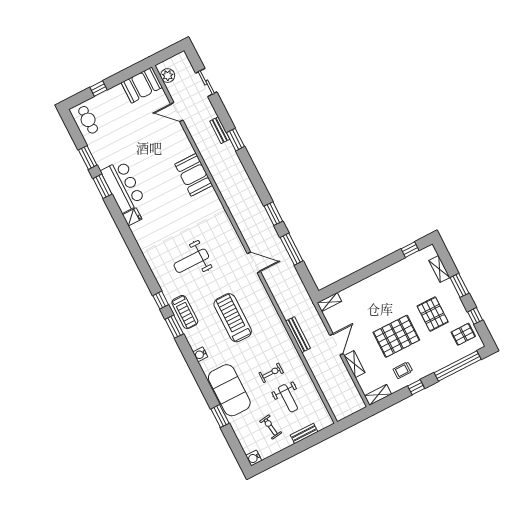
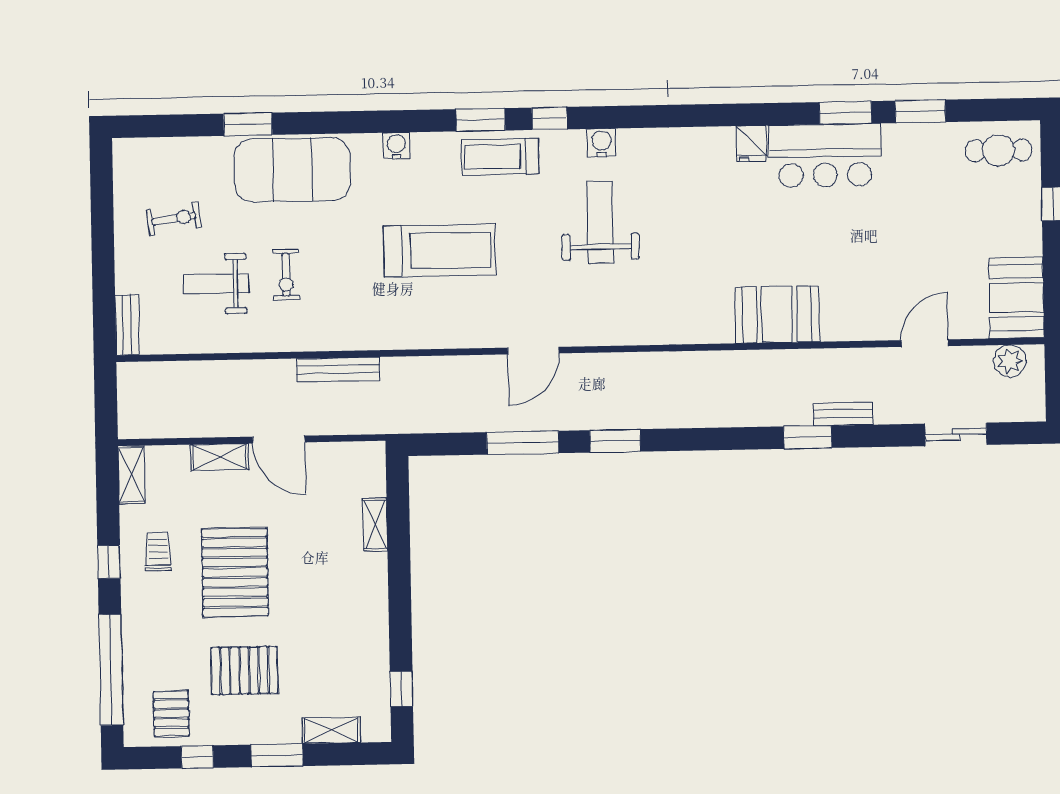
shelving: (329, 302) -> (375, 525), moved
bench: (304, 433) -> (127, 325), moved
water cooler: (254, 458) -> (602, 143), moved

